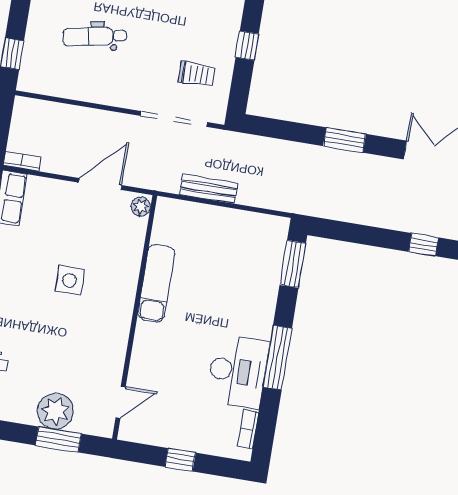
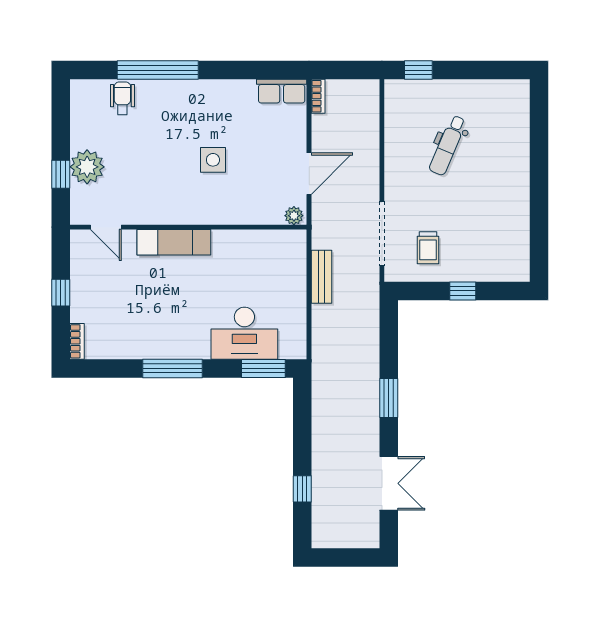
dental chair: (95, 36) -> (448, 145), turned -146
door: (100, 184) -> (309, 174), hinge flipped
exam couch: (156, 283) -> (174, 242), moved
desk: (238, 371) -> (244, 333), moved
bookcase: (248, 429) -> (77, 341), moved, turned 90
window: (58, 439) -> (61, 174), width x0.67

